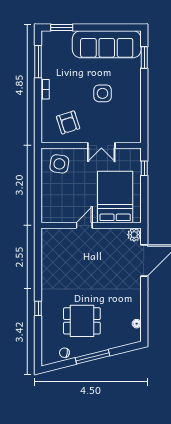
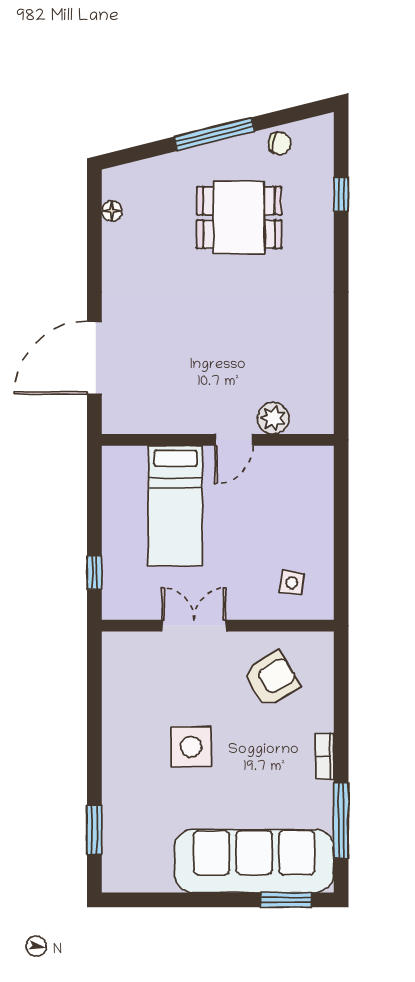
sofa: (107, 44) -> (254, 861), moved
armchair: (68, 122) -> (271, 679), turned 77
side table: (59, 164) -> (292, 583), width x0.54, depth x0.54
bed: (115, 197) -> (175, 506), width x0.67
plant: (134, 235) -> (273, 418), moved
window: (38, 308) -> (341, 194), moved

